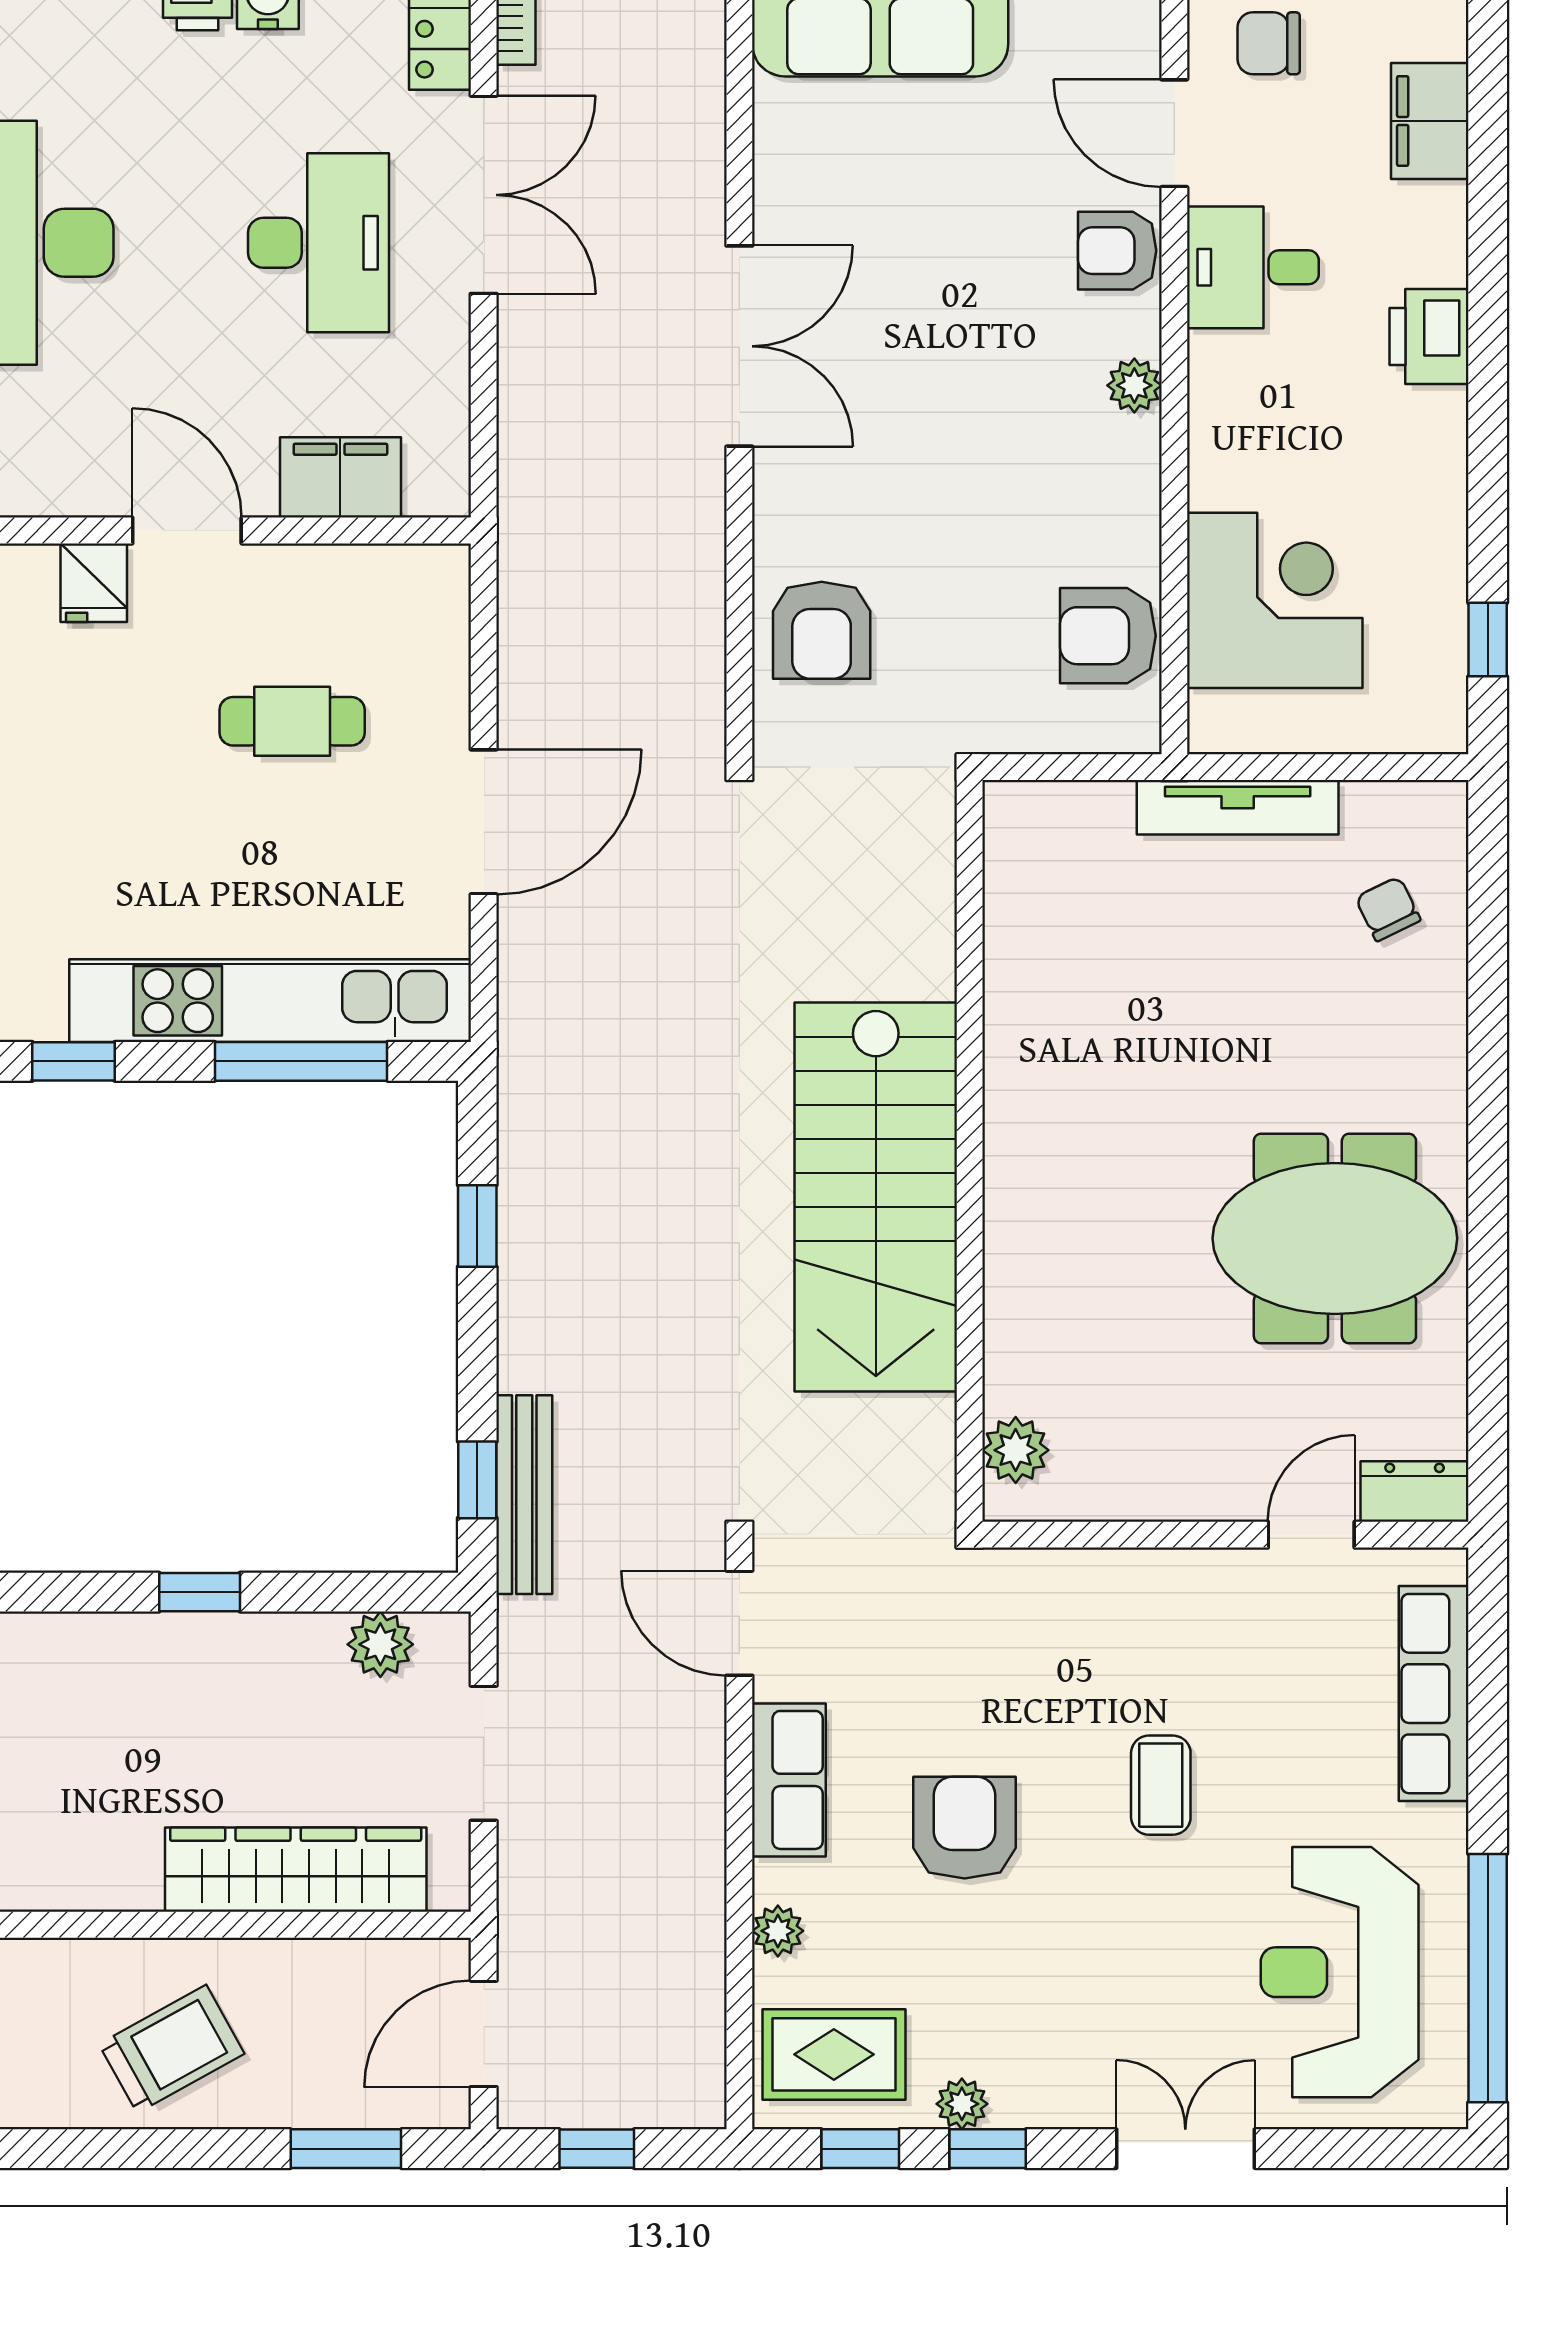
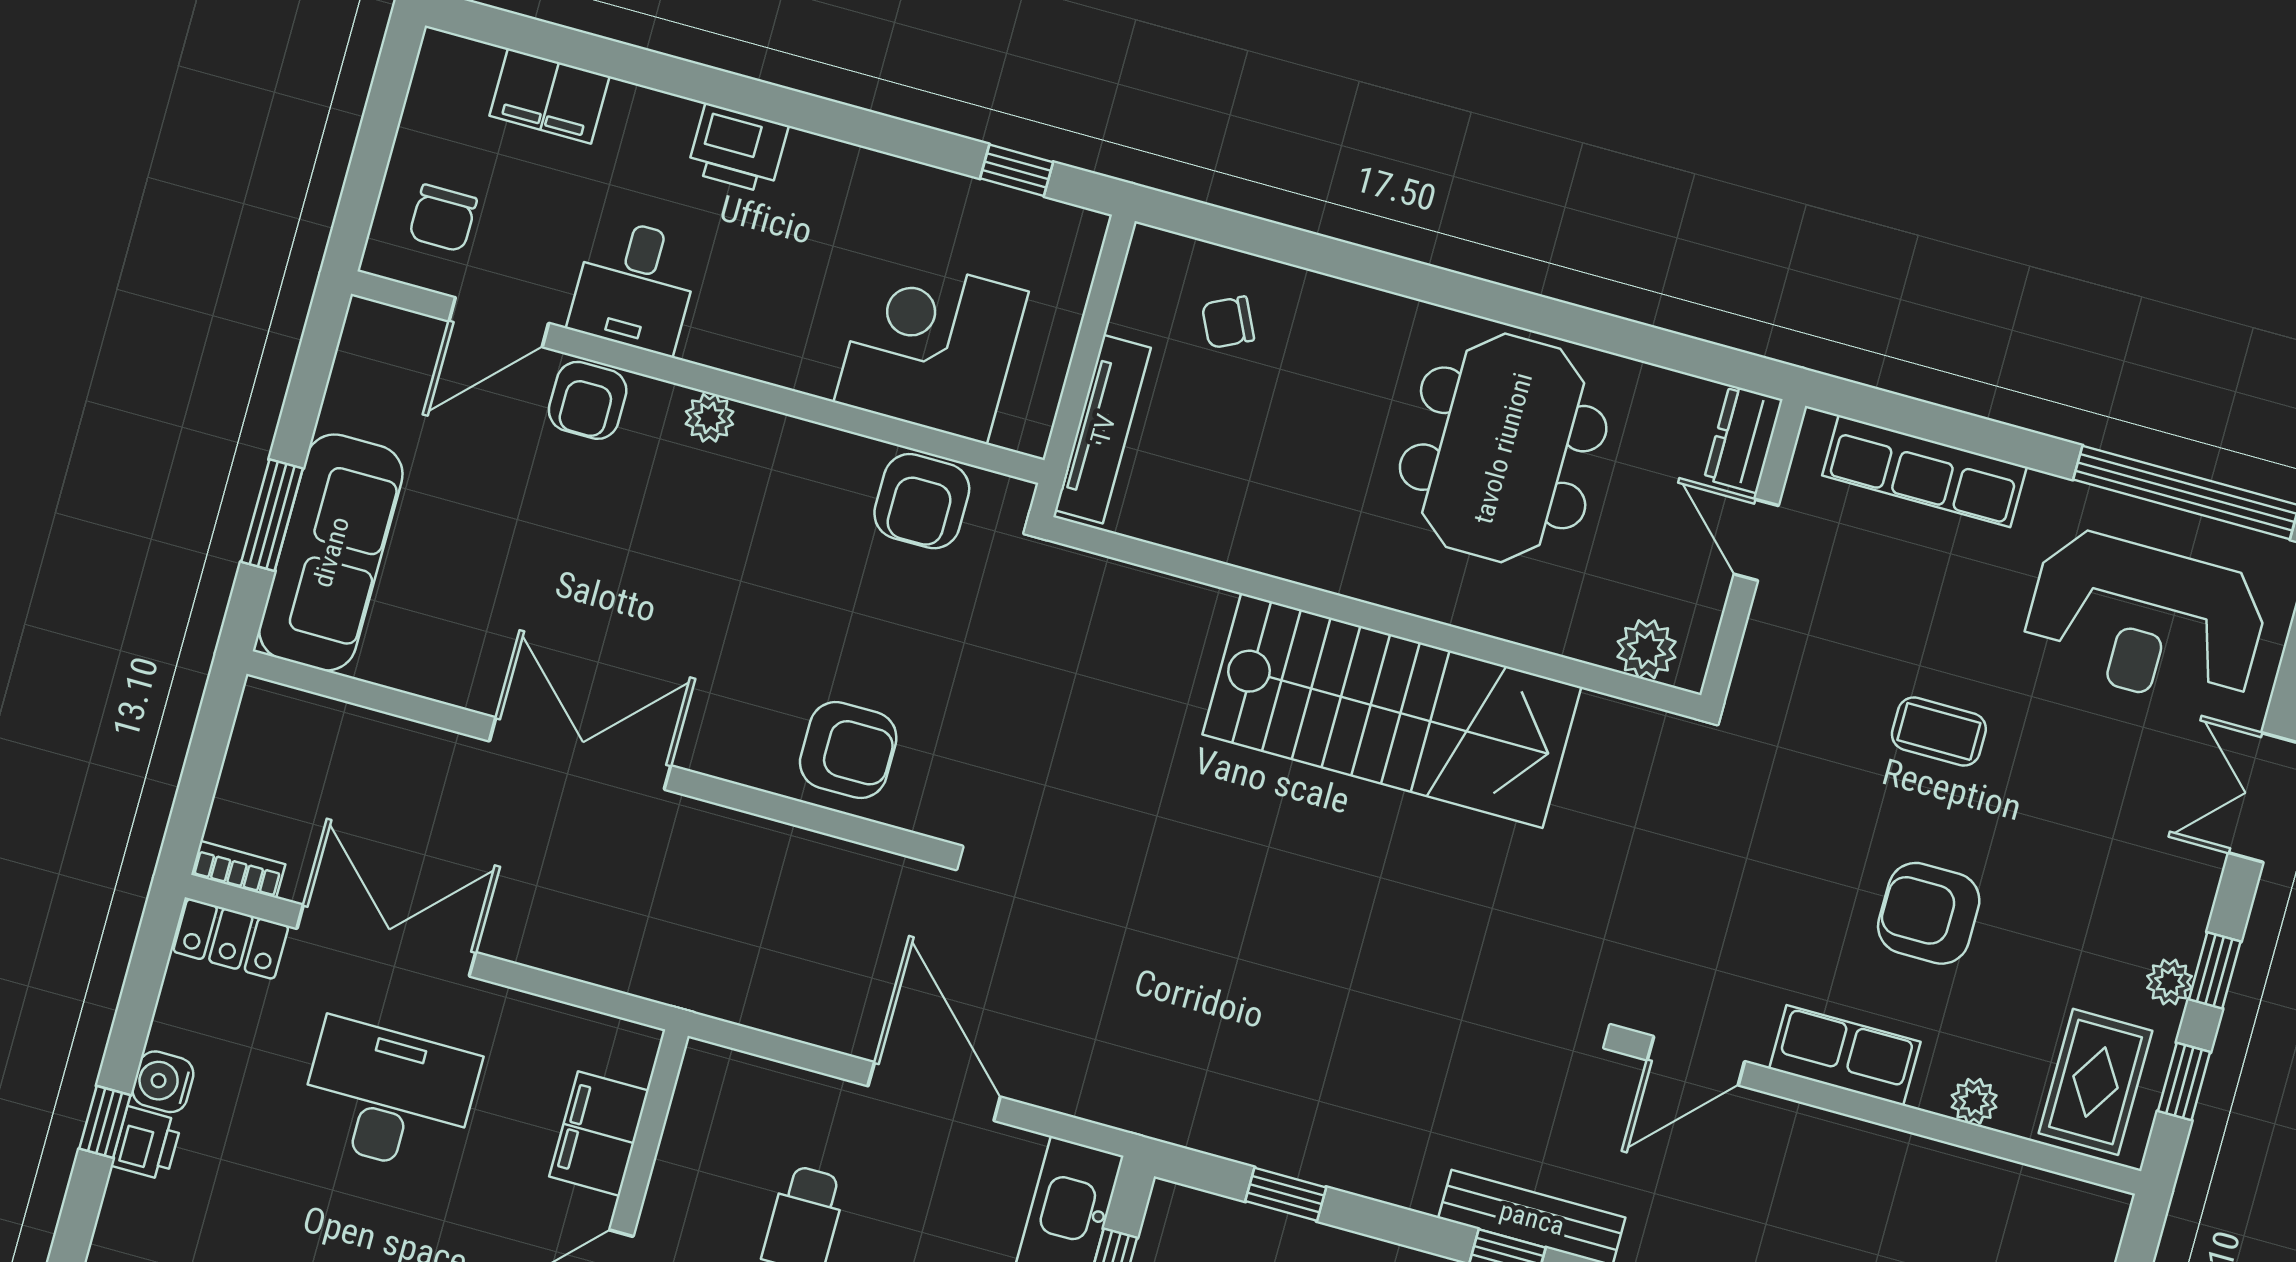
wall: (970, 1151) -> (1374, 617), moved
stairs: (876, 1197) -> (1392, 711), moved
plant: (1016, 1450) -> (1646, 649), moved

